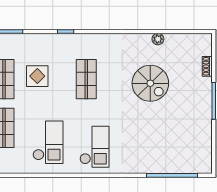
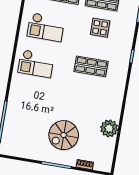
plant: (158, 39) -> (109, 128), width x1.87, depth x1.87
spiral stairs: (150, 83) -> (64, 135), moved

